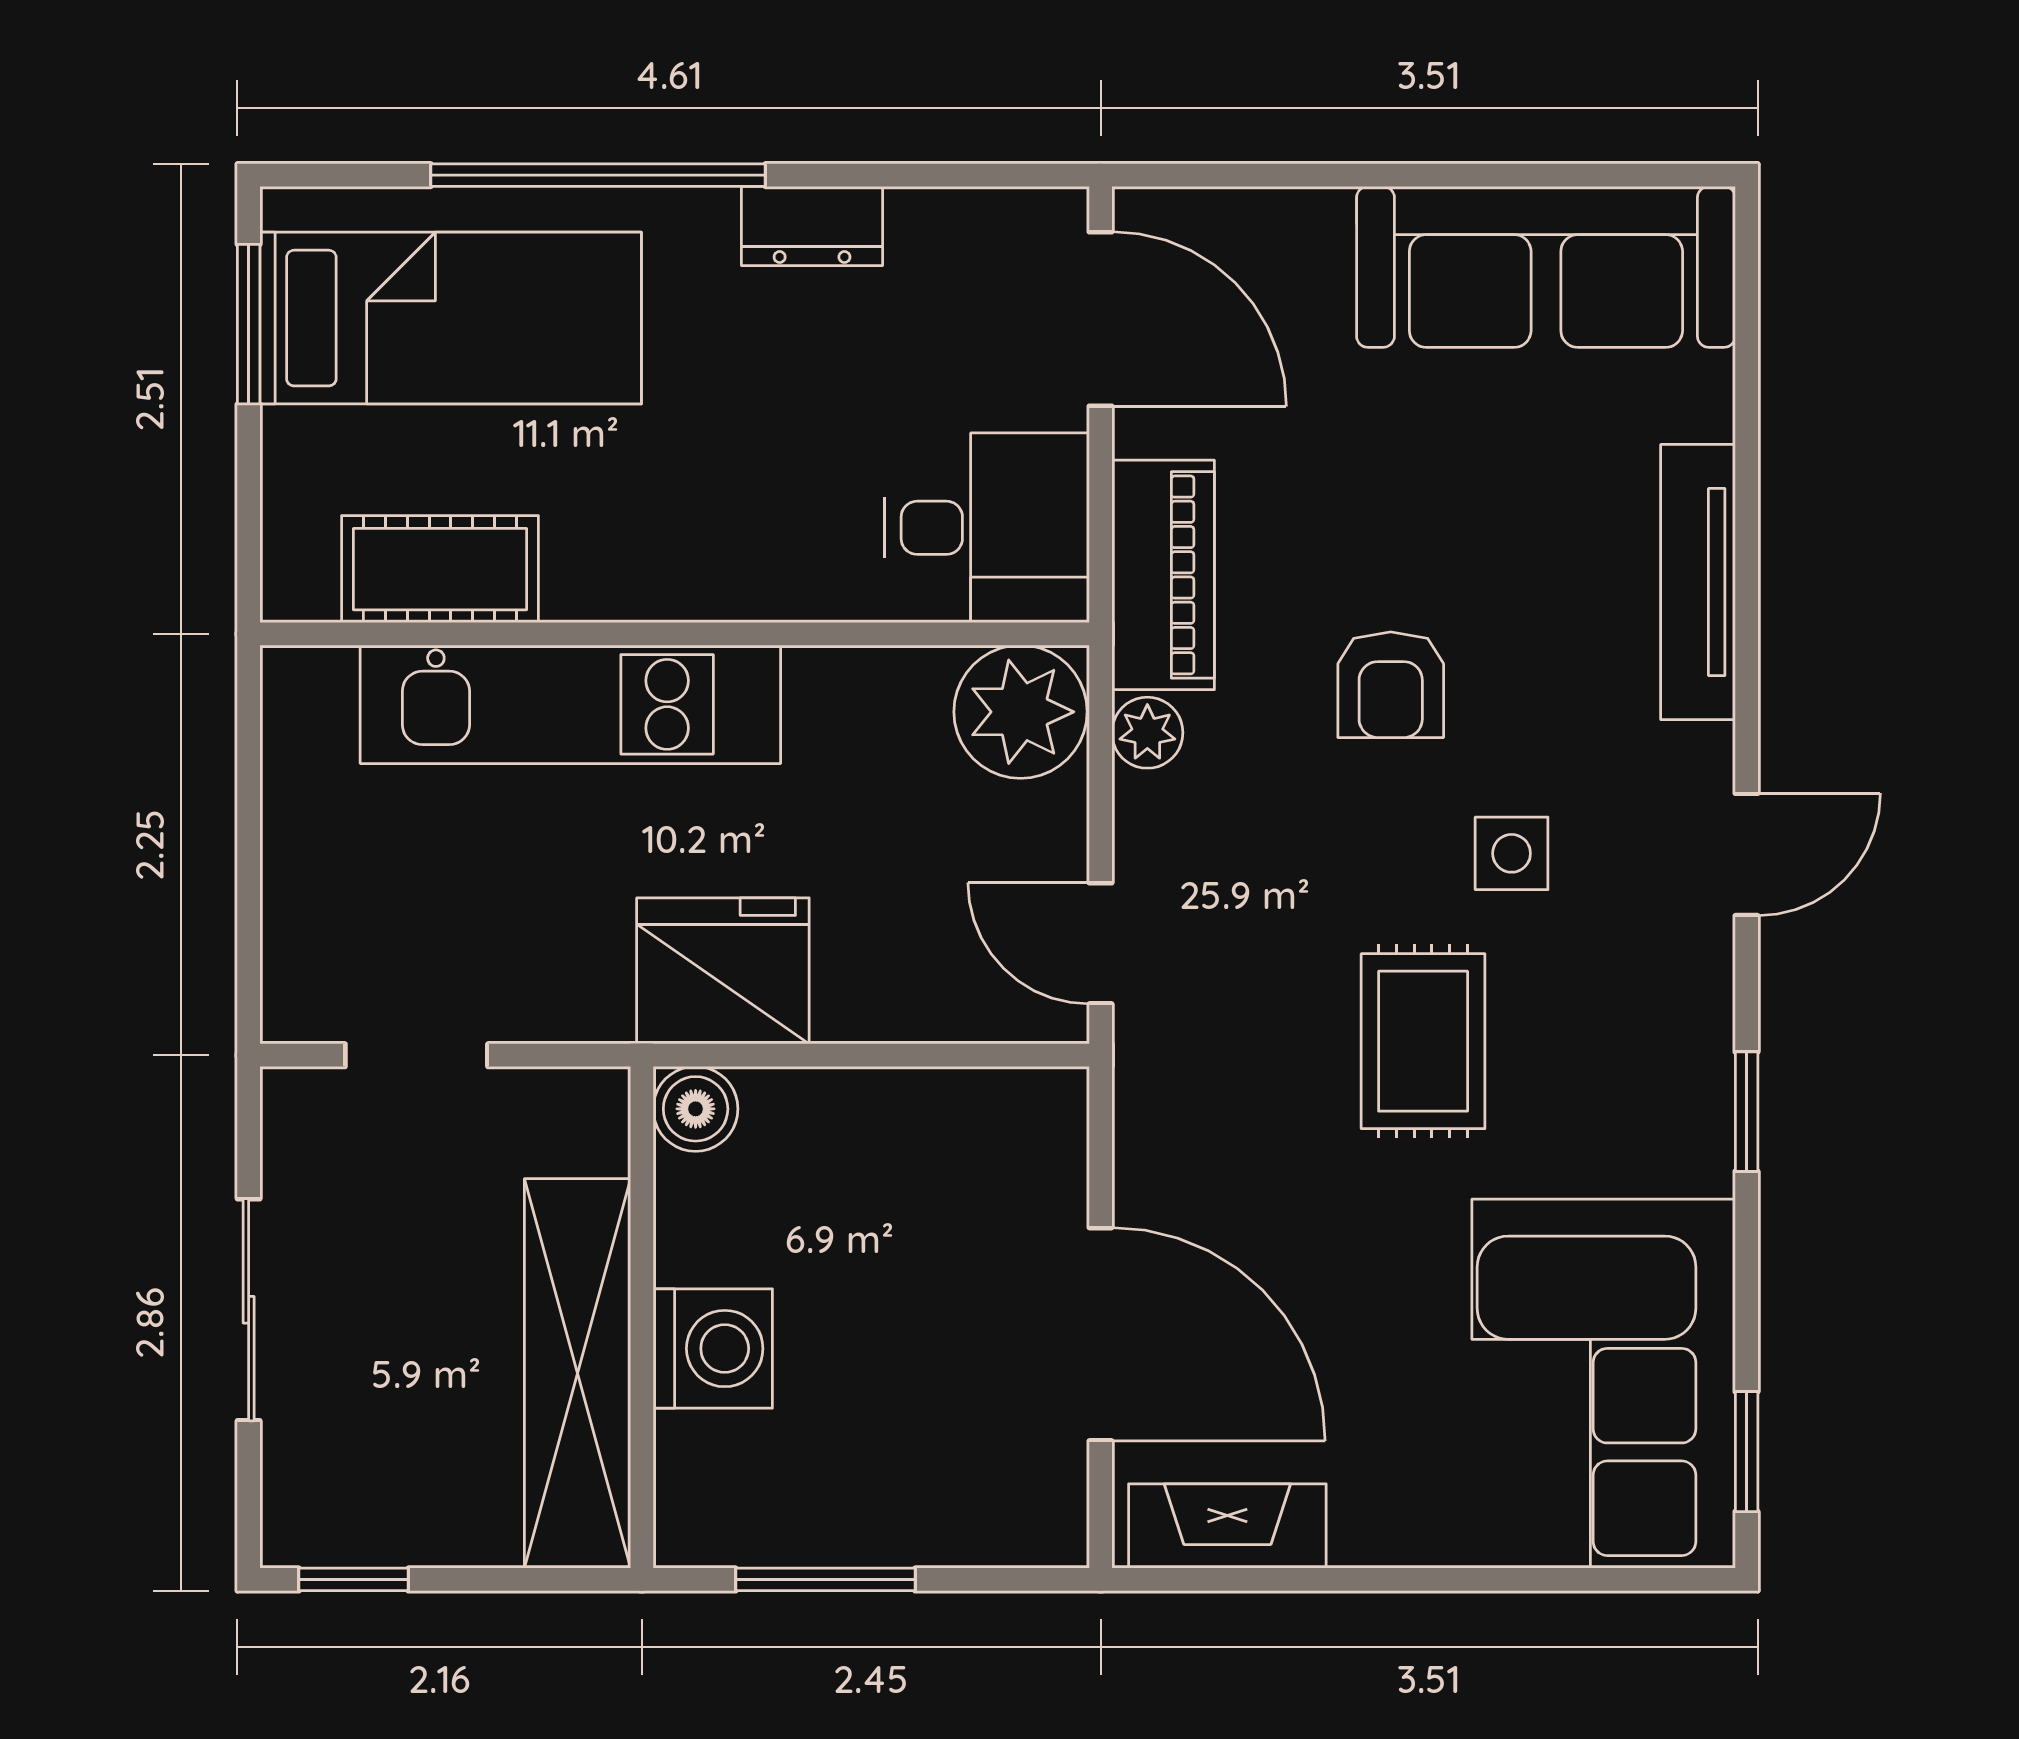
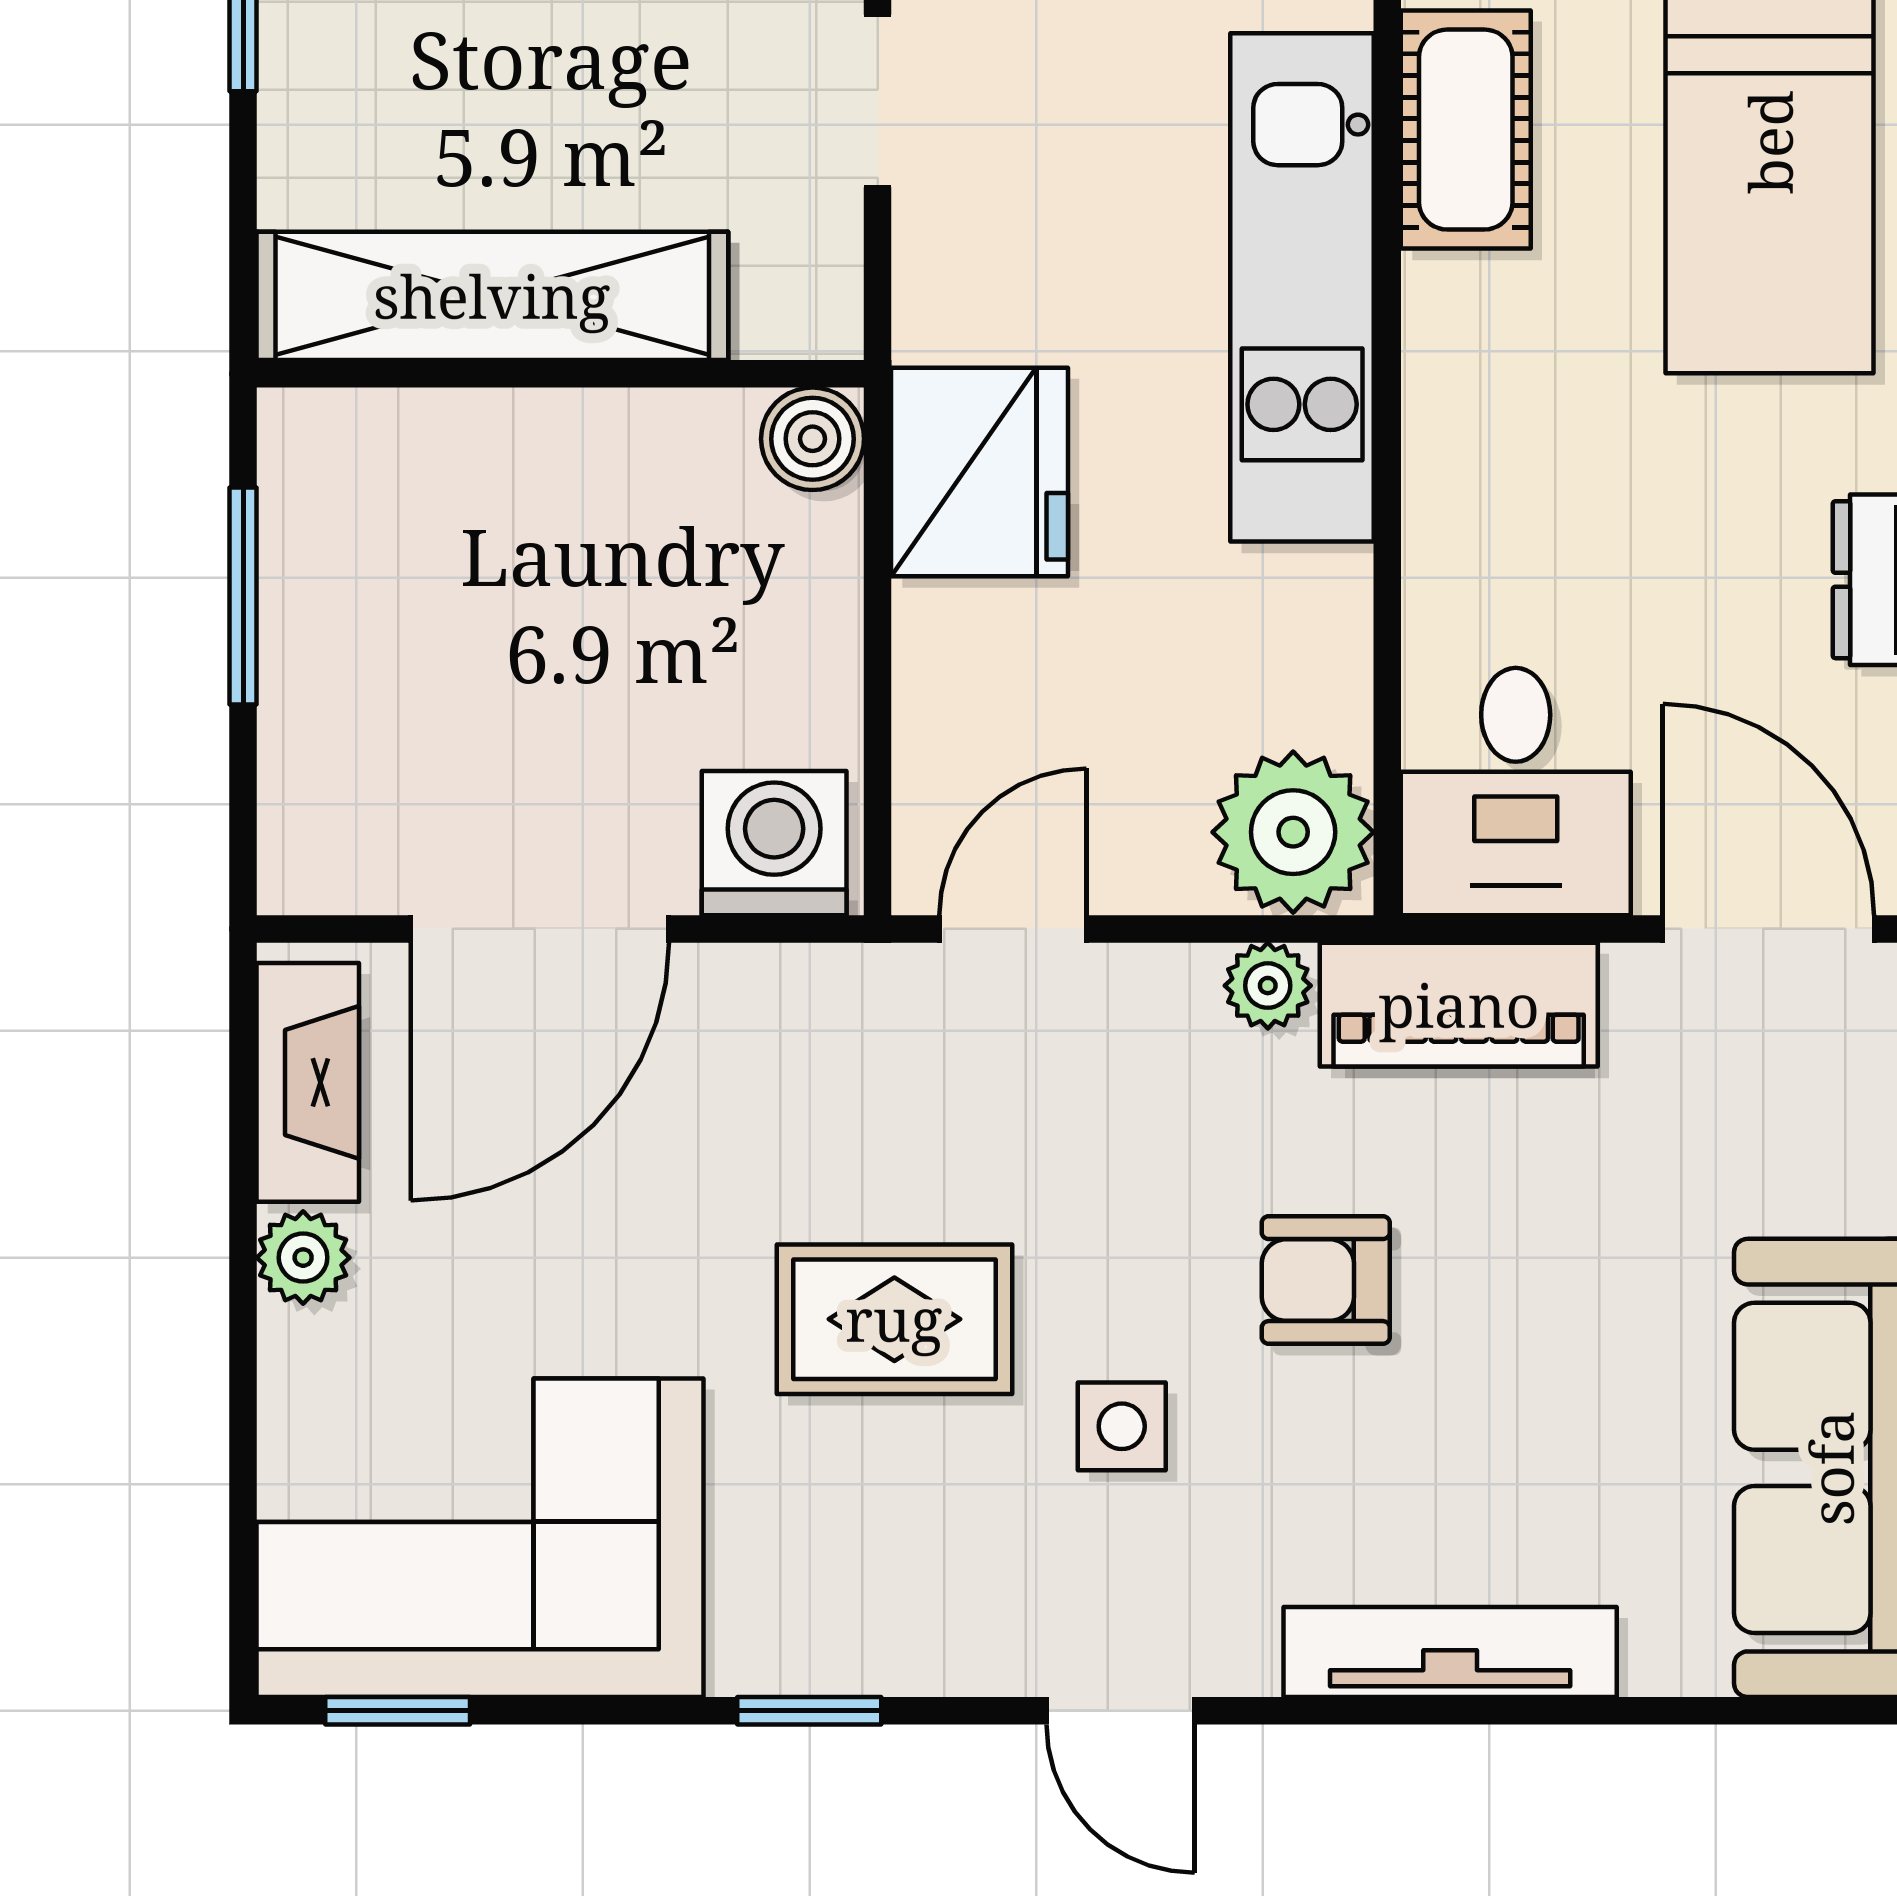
door: (1101, 319) -> (1768, 929), swing flipped
washing machine: (713, 1349) -> (774, 843), moved, turned 180
plant: (1372, 1530) -> (303, 1258), added

